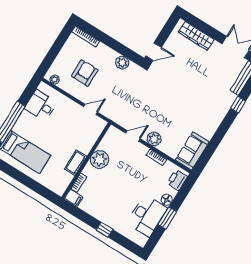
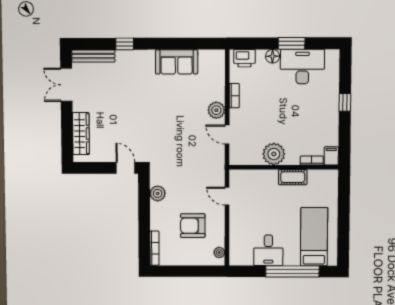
desk: (41, 105) -> (268, 250), moved
sofa: (192, 151) -> (177, 62), moved

